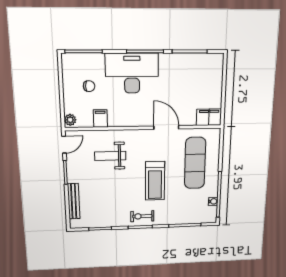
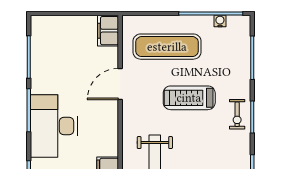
treadmill: (155, 181) -> (189, 98), turned 180

